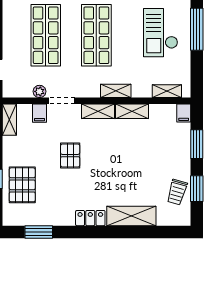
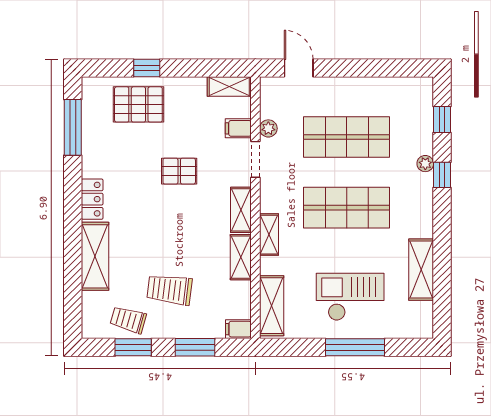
shelving: (167, 91) -> (272, 306), width x1.50, depth x1.33
trolley: (155, 162) -> (169, 290), added
window: (39, 232) -> (73, 127), width x1.44

